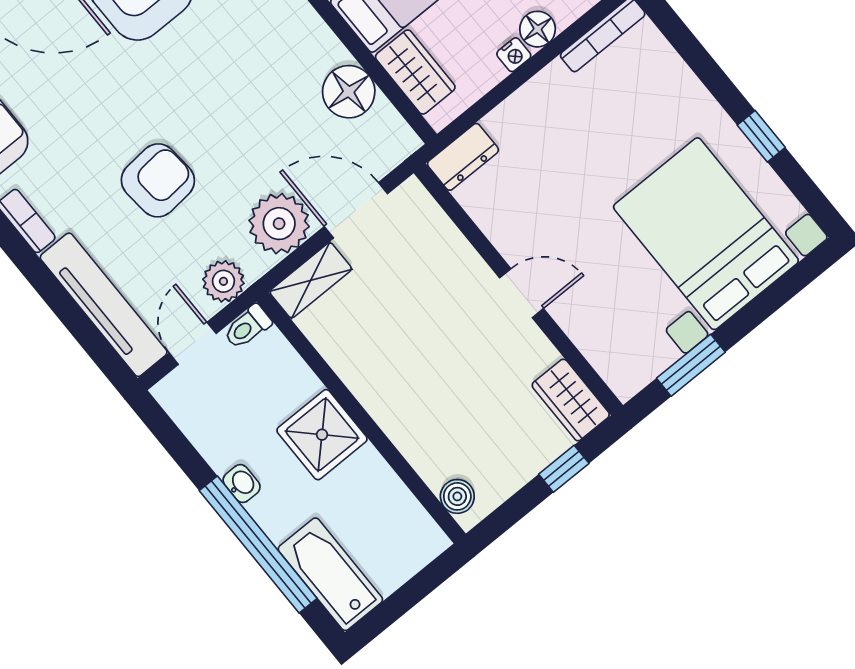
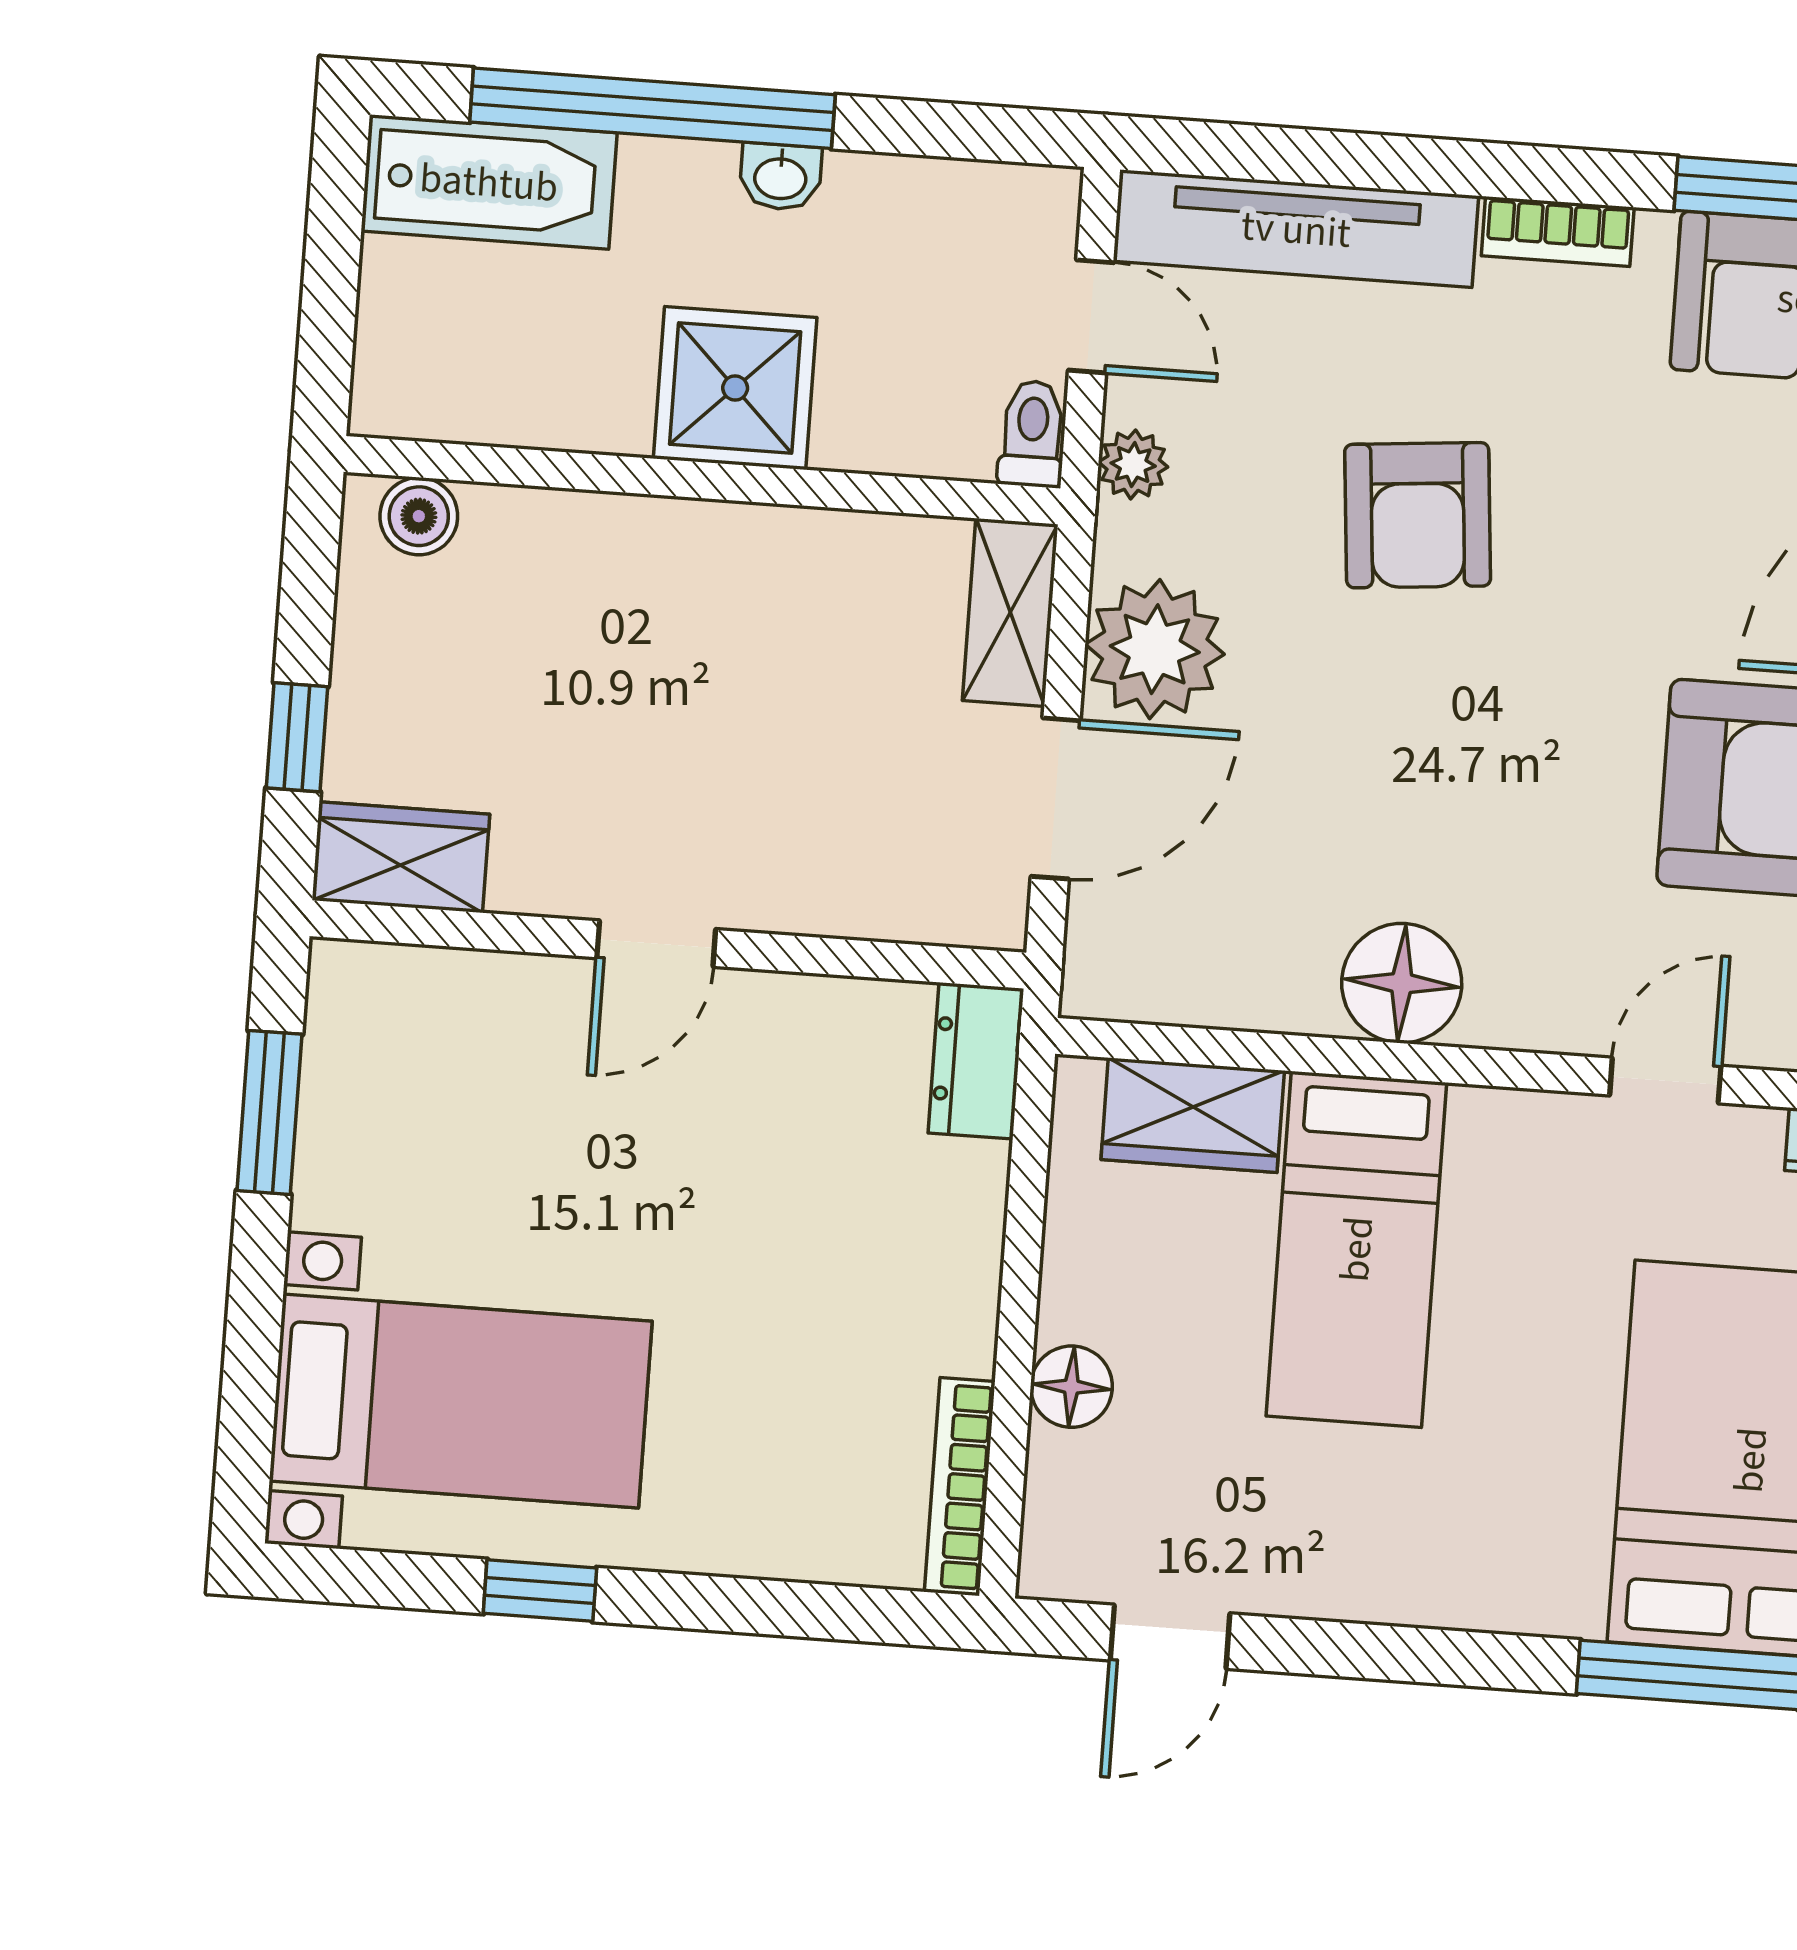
nightstand: (514, 55) -> (1066, 1307), removed
floor lamp: (349, 92) -> (1402, 983), moved
bed with nightstands: (706, 234) -> (461, 1401), width x0.73
plant: (223, 281) -> (1133, 464), width x0.73, depth x0.73

